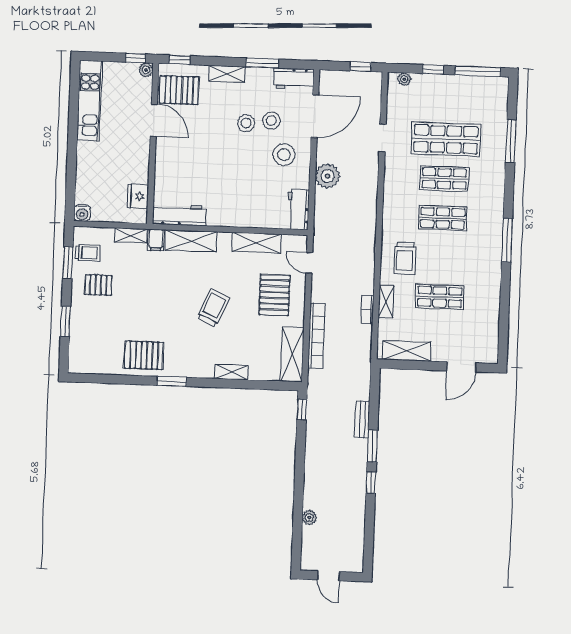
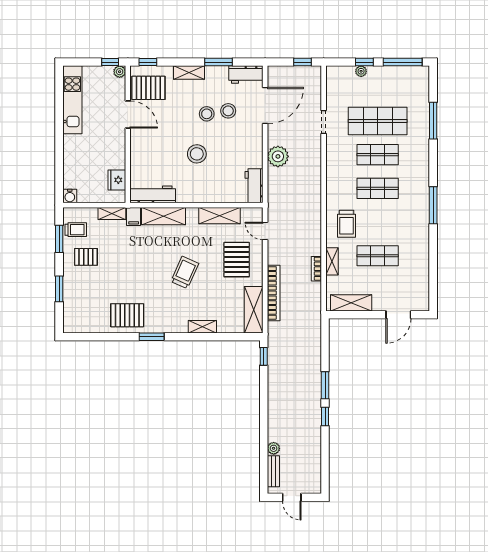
plant: (404, 79) -> (361, 71), moved
stool: (284, 155) -> (197, 154), moved
bench: (362, 419) -> (273, 471), moved

